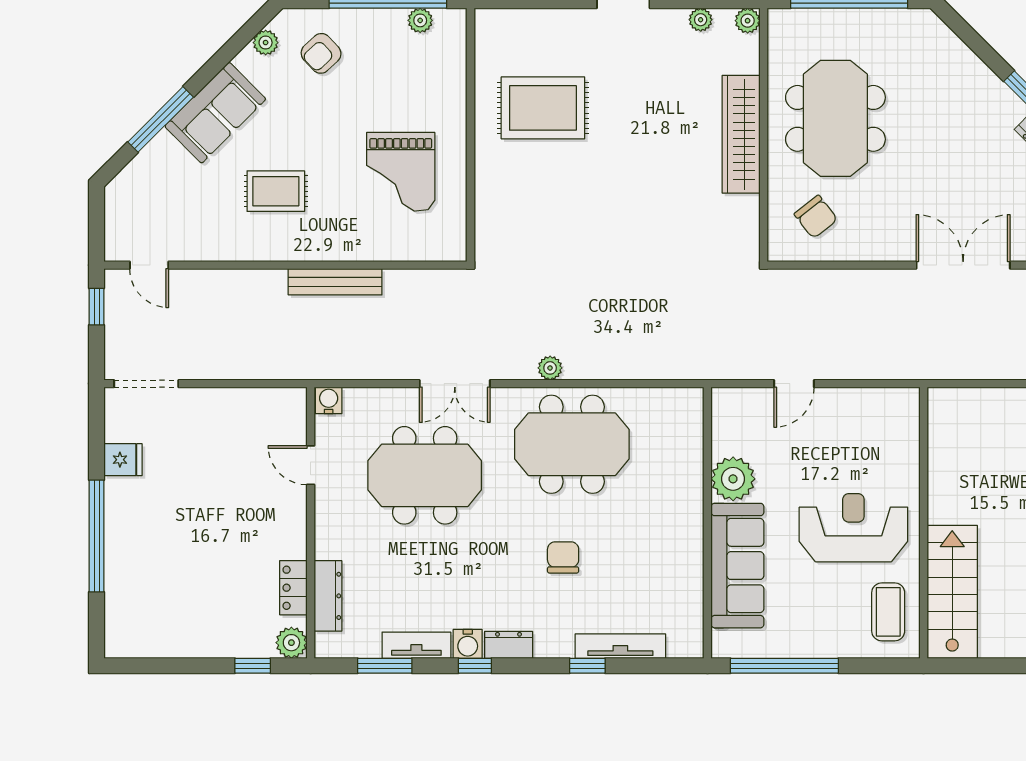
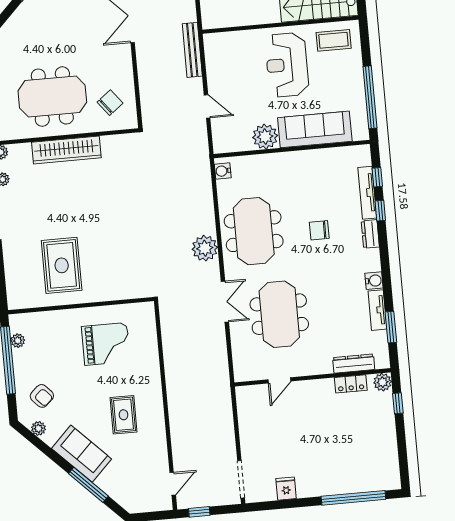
bench: (335, 282) -> (192, 50), moved
plant: (550, 368) -> (205, 248), width x1.87, depth x1.87
water cooler: (329, 400) -> (223, 171), moved
window: (97, 536) -> (353, 498), moved
dresser: (509, 645) -> (370, 234), moved
window: (475, 666) -> (377, 177), moved

